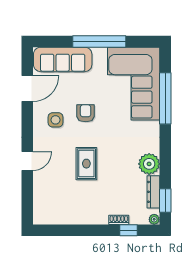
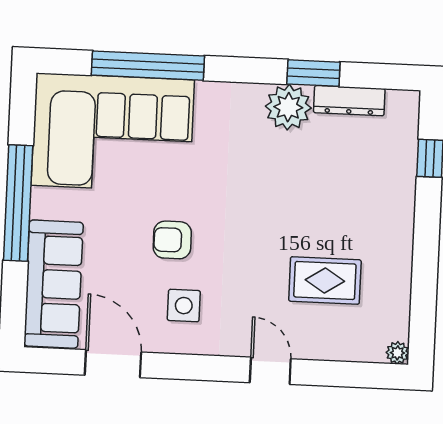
rug: (86, 164) -> (325, 280), moved
window: (165, 201) -> (313, 73), moved
plant: (154, 219) -> (397, 353), moved
shoe rack: (119, 220) -> (406, 178), removed

